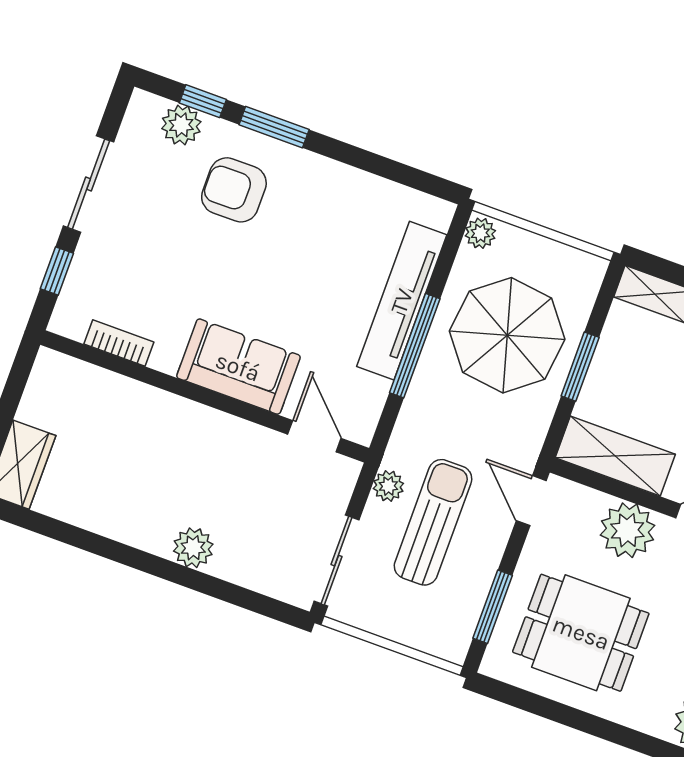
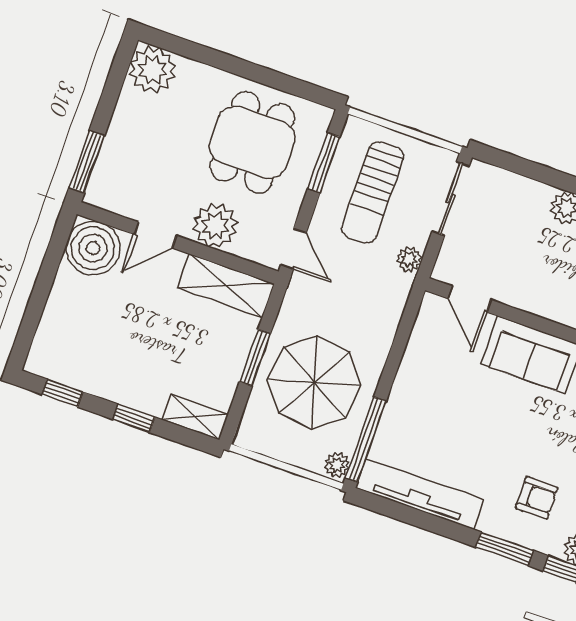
armchair: (234, 190) -> (537, 498), width x0.72, depth x0.72
tv unit: (402, 301) -> (420, 494), moved, turned -90
window: (415, 346) -> (366, 439), moved
sun lounger: (433, 522) -> (373, 192), moved
dining table: (581, 633) -> (252, 142), turned 90

